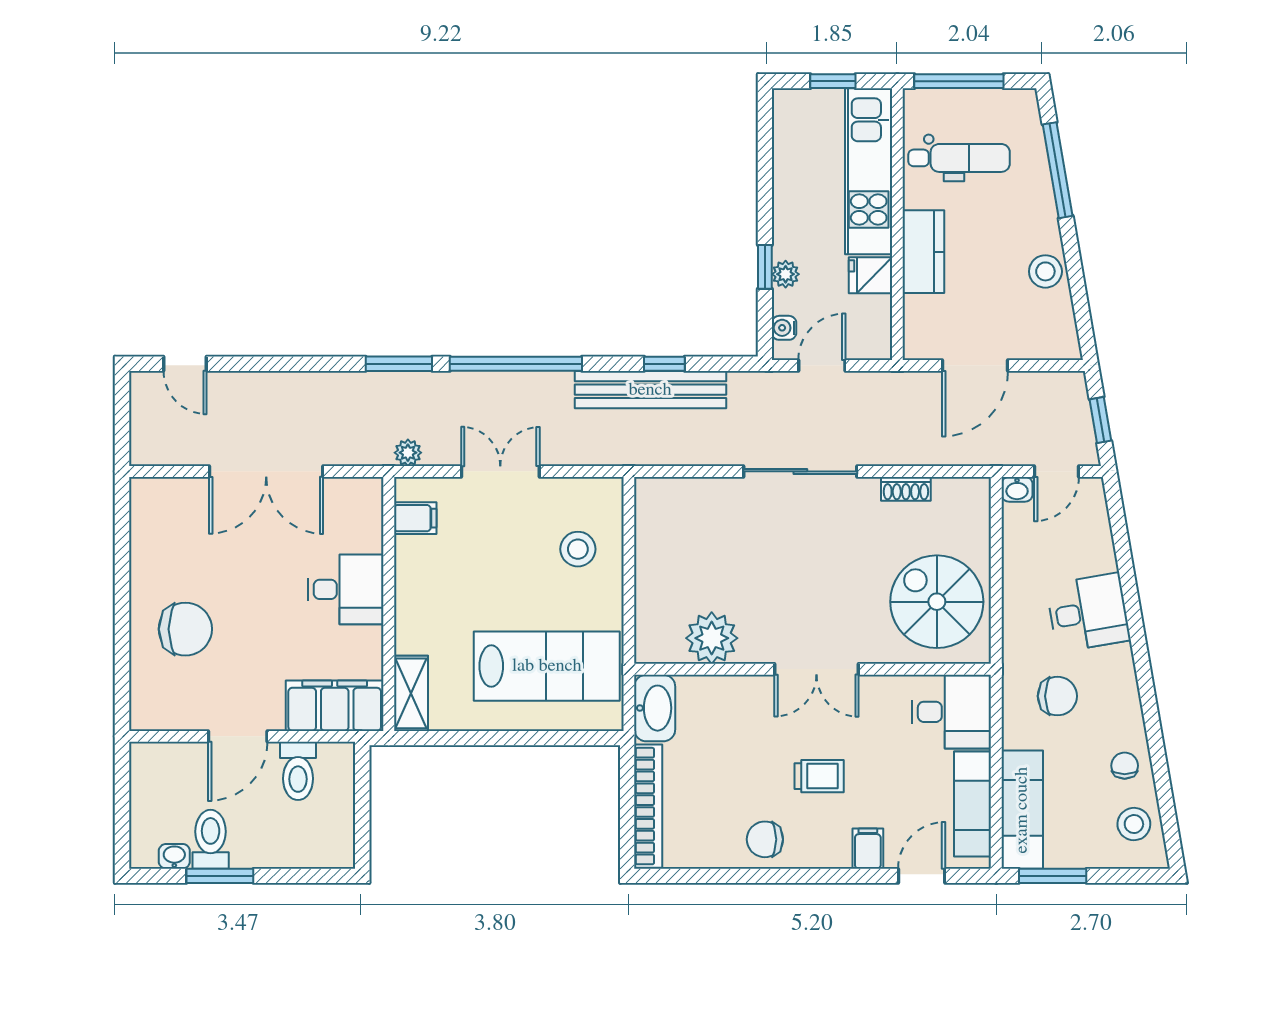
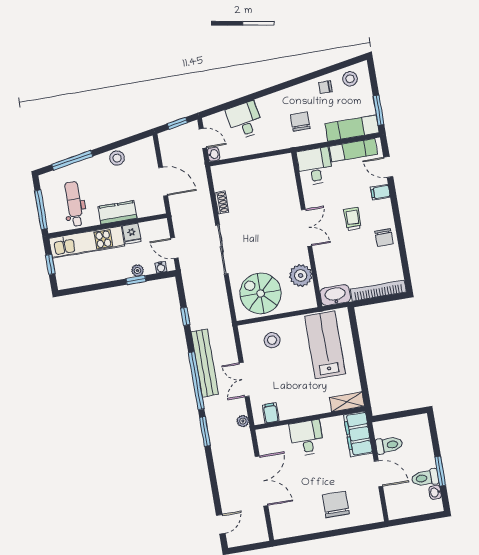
bench: (650, 390) -> (205, 363), moved
spiral stairs: (937, 602) -> (261, 293), moved, turned 90
desk: (1088, 612) -> (245, 120), moved

